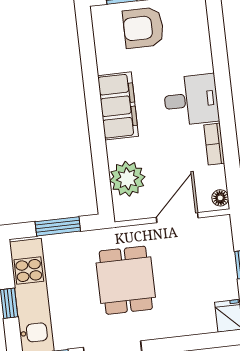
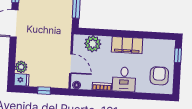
armchair: (143, 28) -> (159, 76), moved
dining table: (126, 280) -> (46, 35), removed
plant: (202, 321) -> (21, 67), added

